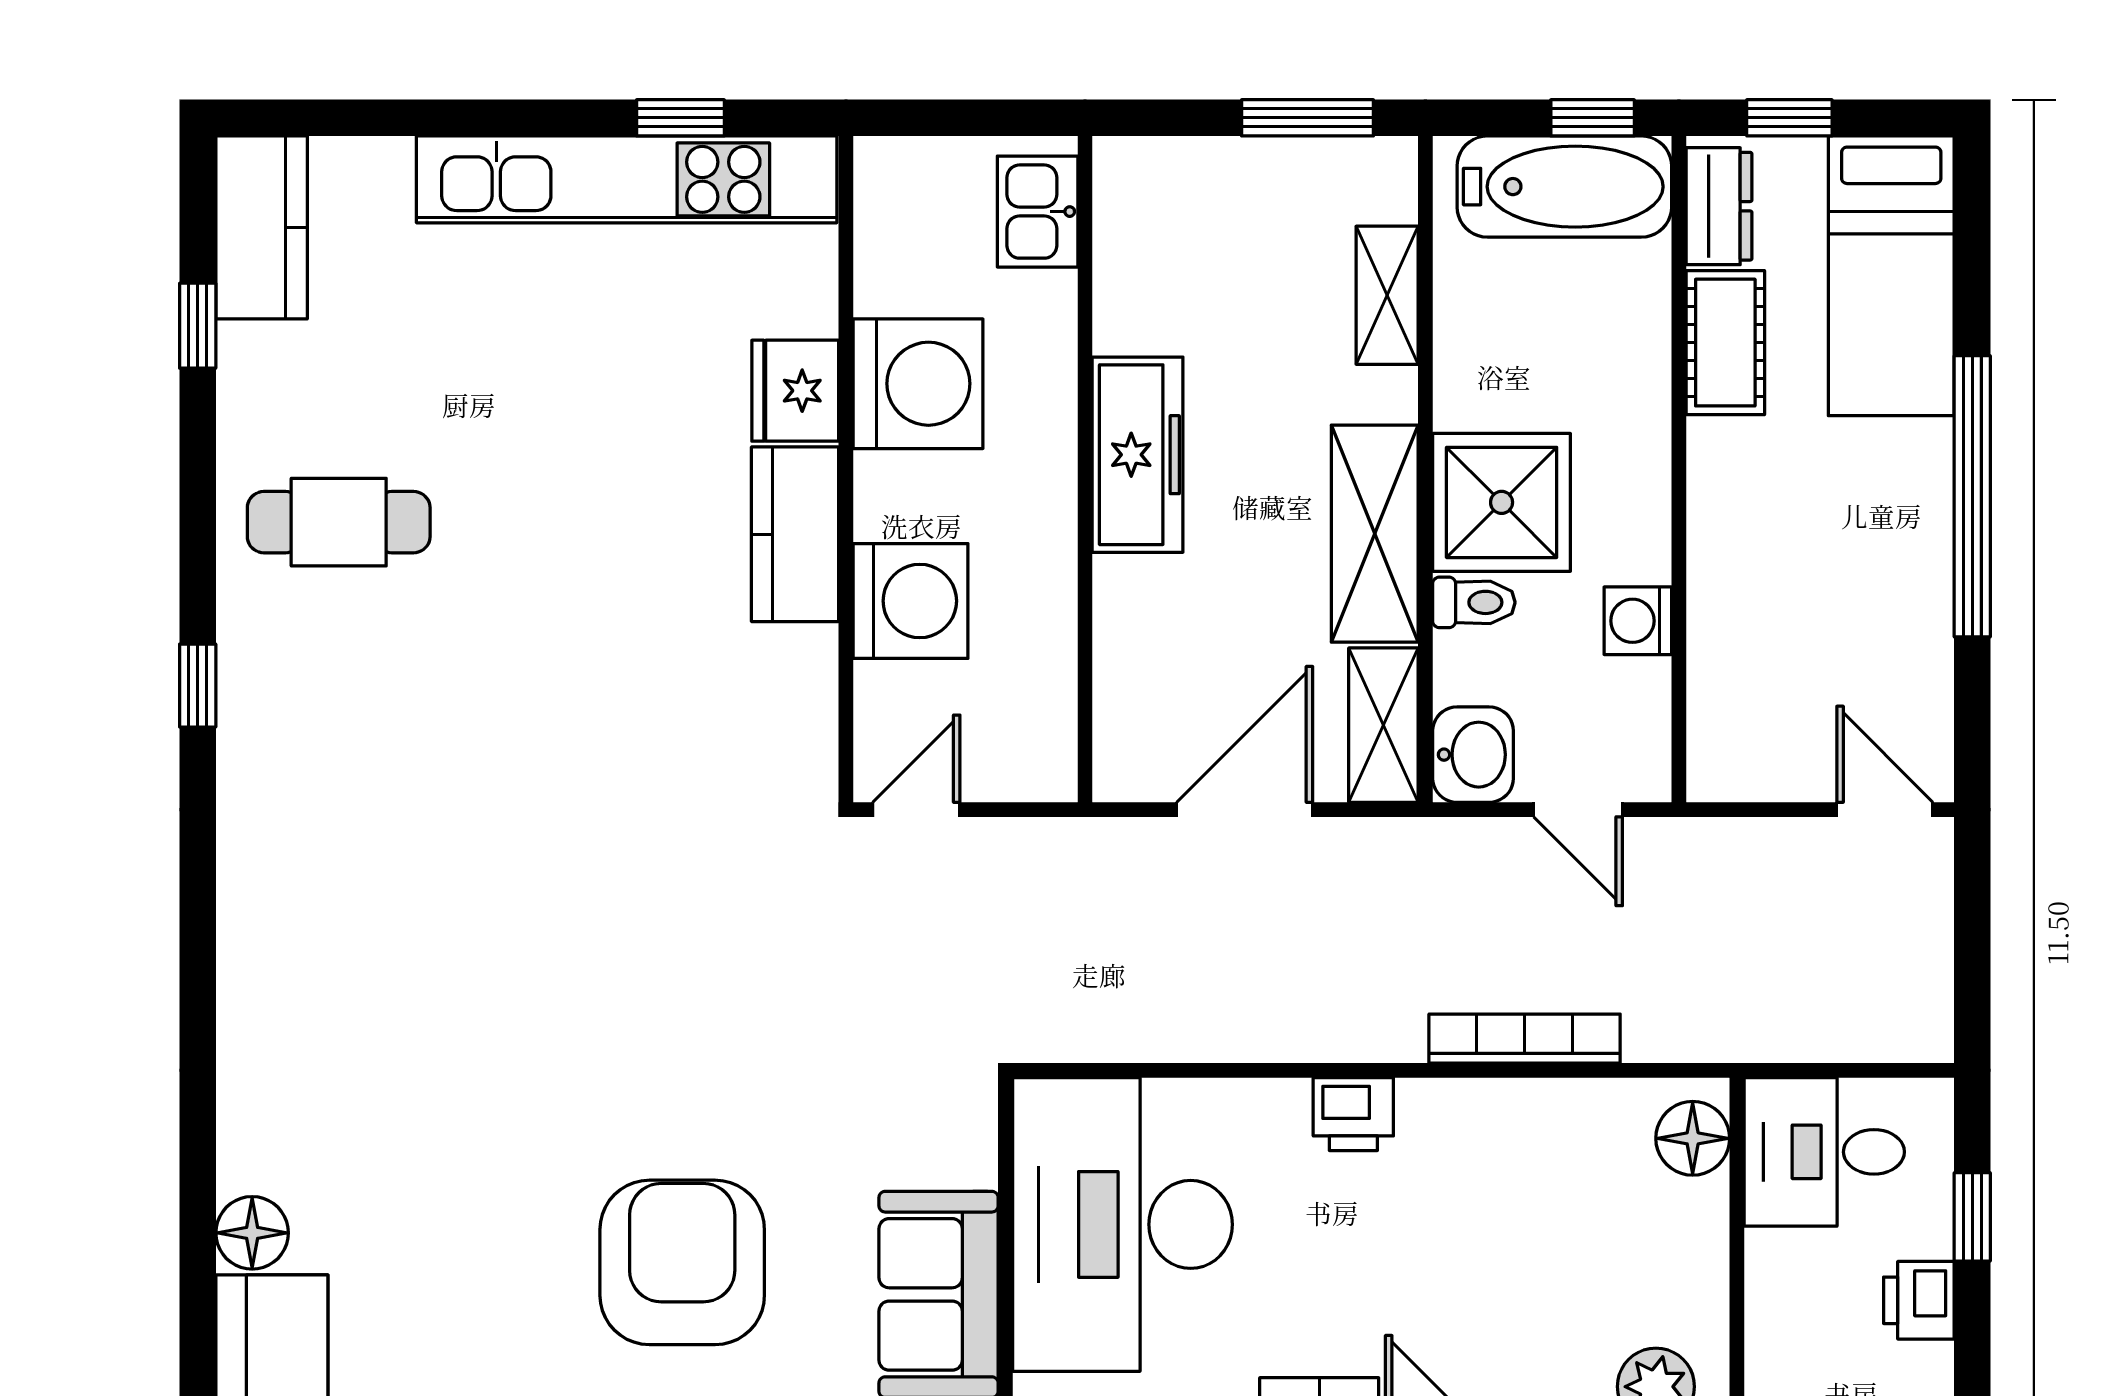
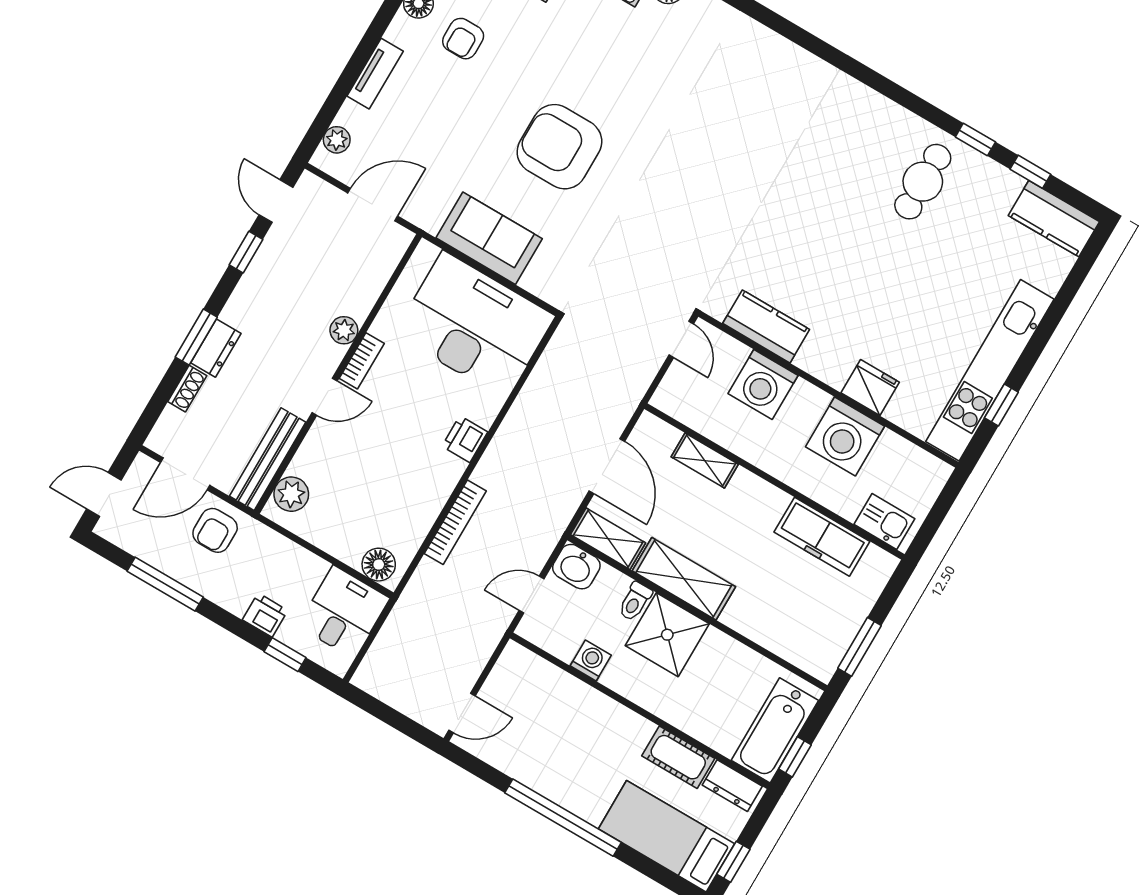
window: (1789, 118) -> (733, 862), moved
shelving: (1387, 295) -> (705, 461), moved
freezer: (1138, 455) -> (822, 537), moved
kitchen counter: (795, 534) -> (766, 326), moved
window: (198, 686) -> (975, 139), moved
armchair: (682, 1262) -> (559, 147), turned 180

